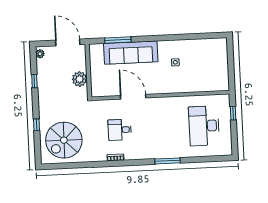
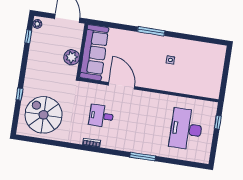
window: (118, 40) -> (151, 31), moved
sofa: (131, 53) -> (94, 53), moved, turned -90
window: (34, 81) -> (28, 36), moved
spiral stairs: (64, 140) -> (44, 115), turned 90

